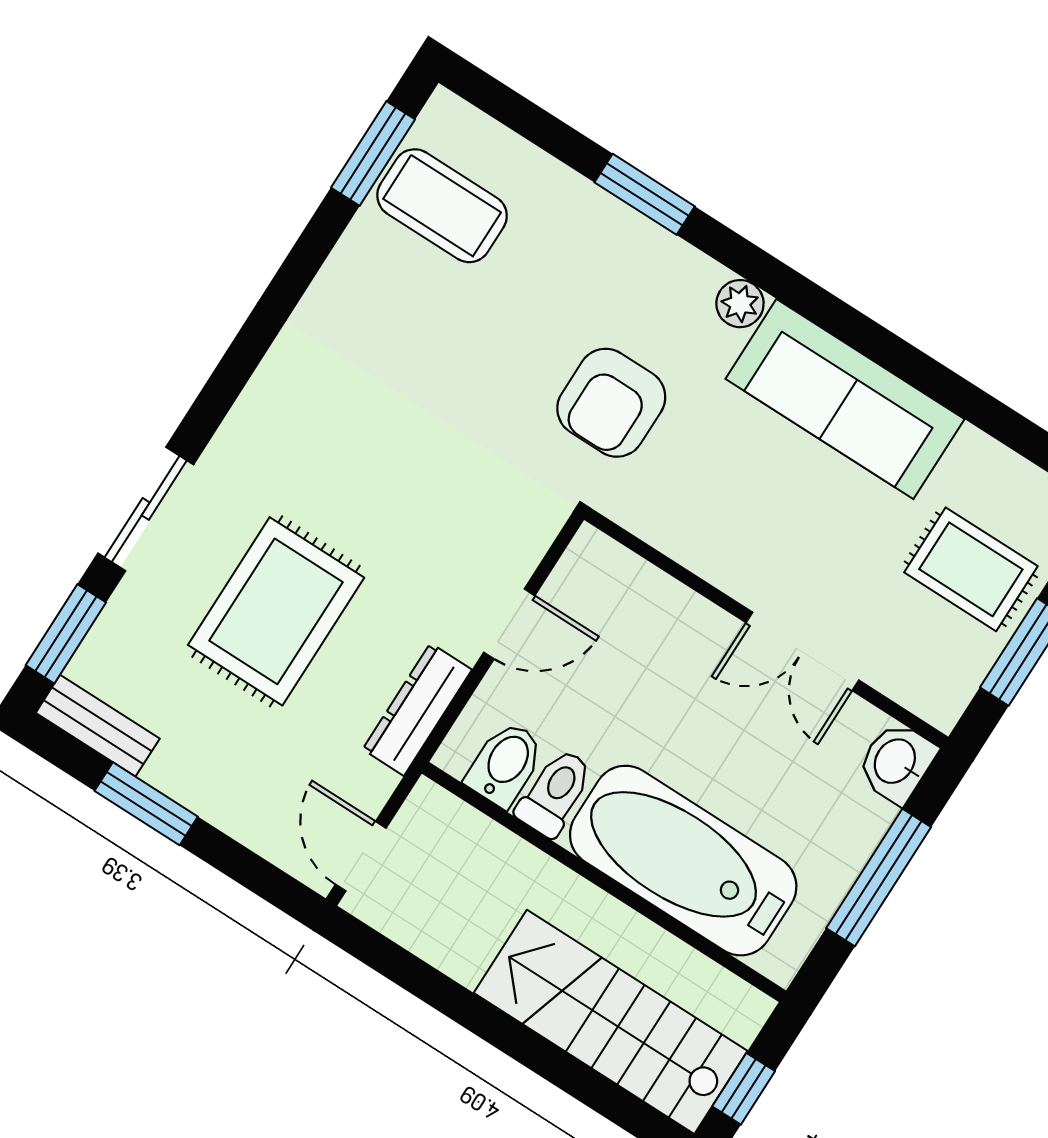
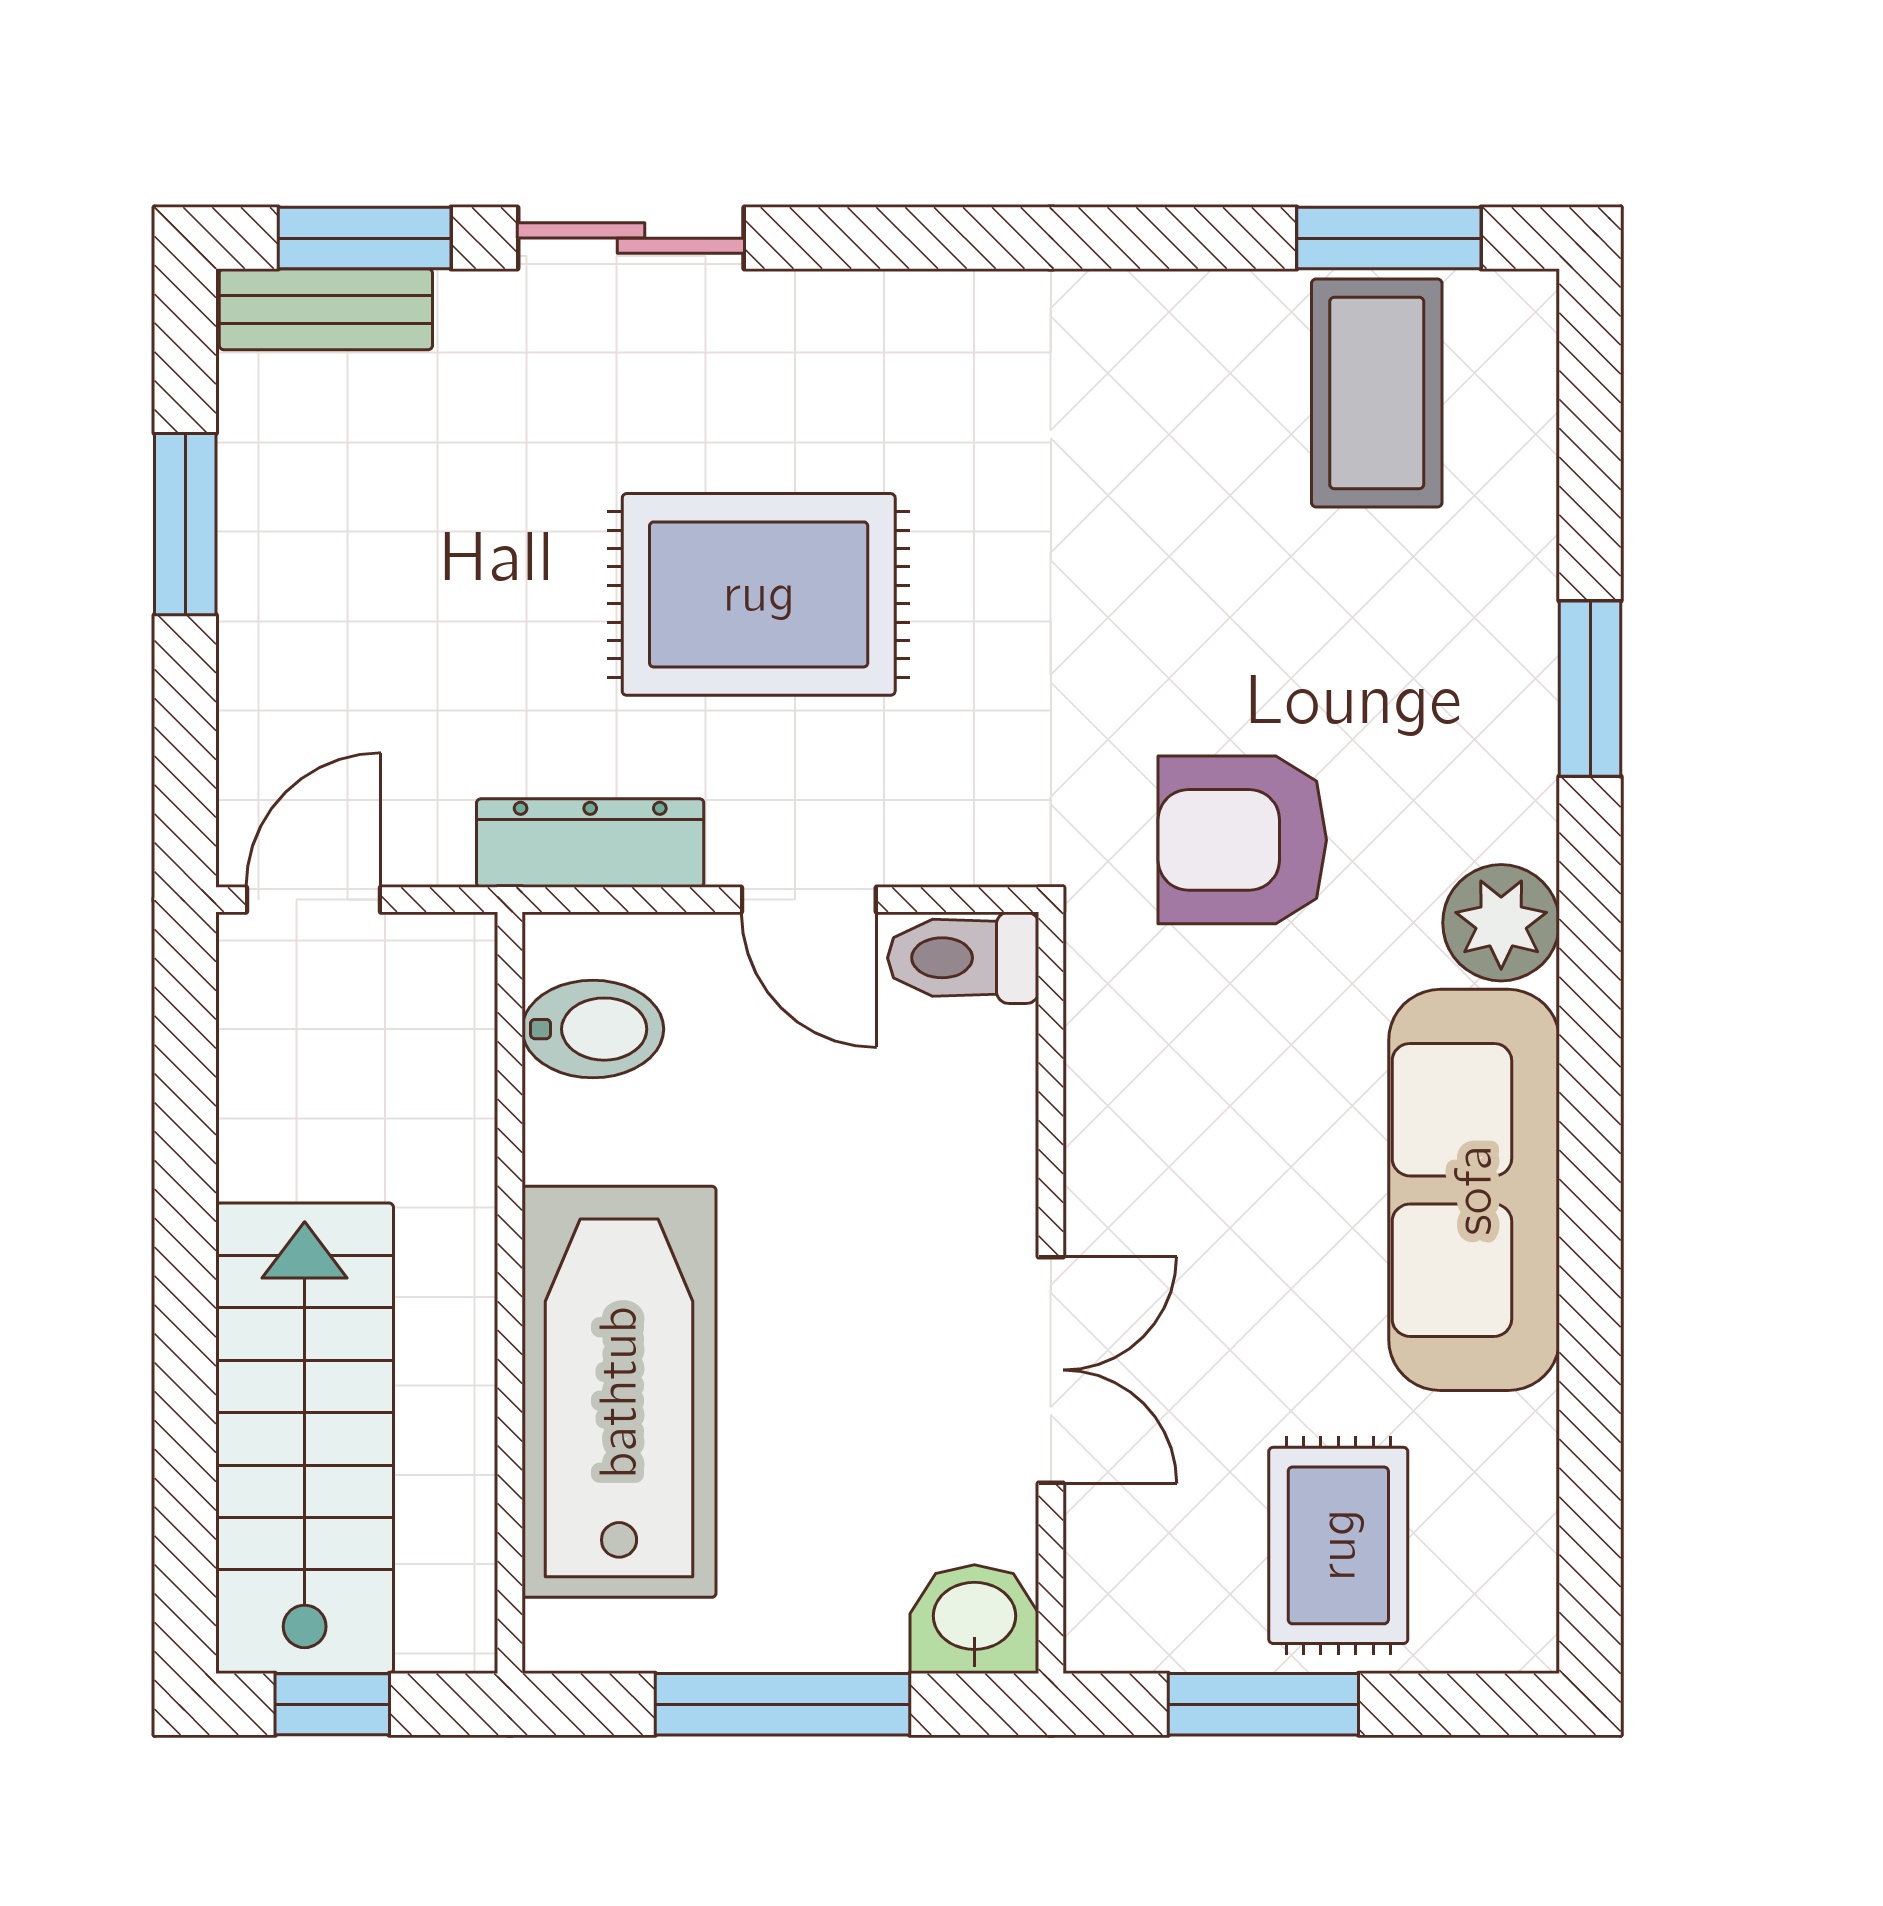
plant: (740, 304) -> (1501, 923), width x1.38, depth x1.38
rug: (276, 611) -> (759, 594), moved
double door: (802, 651) -> (1051, 1370), swing flipped
bench: (98, 726) -> (326, 309), moved, turned 90
toilet: (555, 793) -> (963, 958), moved, turned 180

